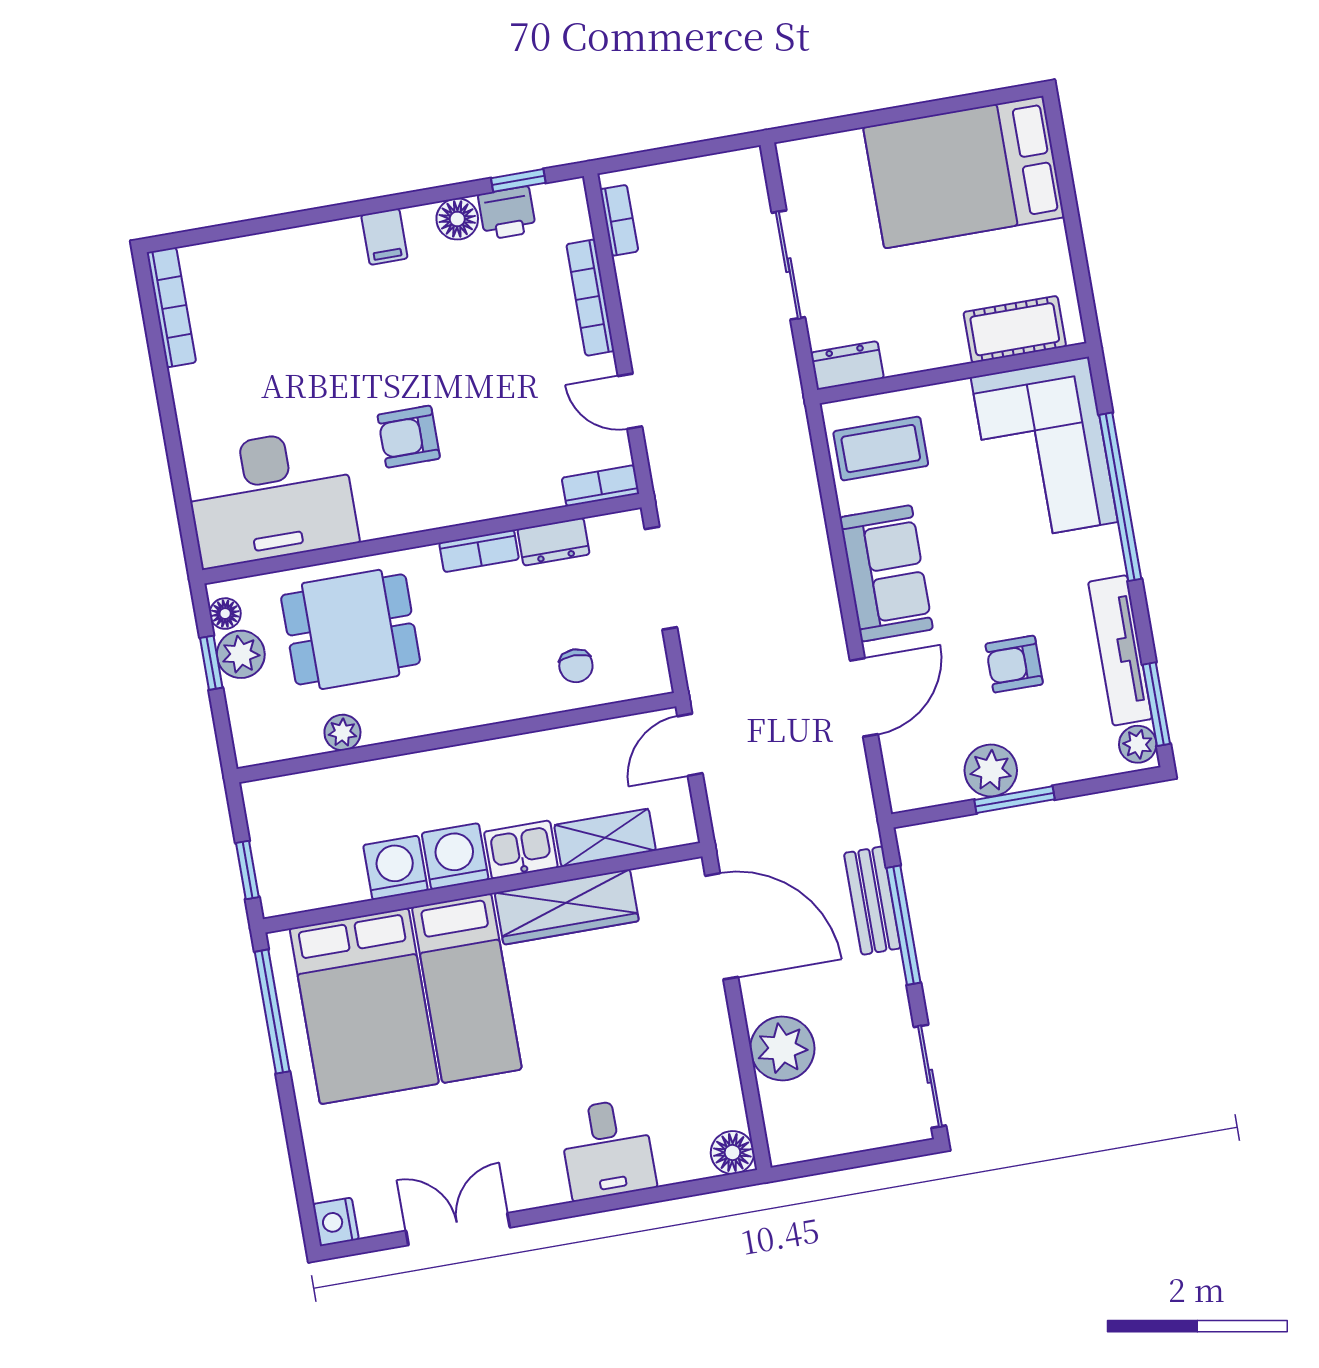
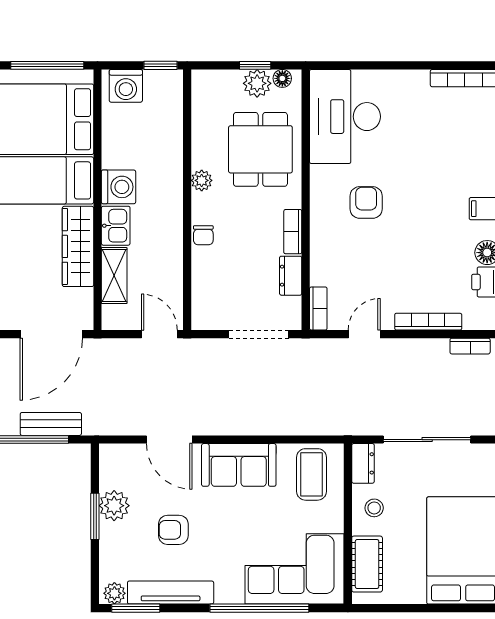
sliding door: (788, 265) -> (427, 440), width x1.37
stool: (919, 334) -> (374, 508), added
armchair: (1014, 664) -> (173, 530), turned -90
chair: (576, 666) -> (203, 235), moved, turned -90
plant: (342, 732) -> (202, 180), moved
washing machine: (395, 868) -> (126, 86), moved, turned 90
window: (247, 870) -> (161, 65), moved

